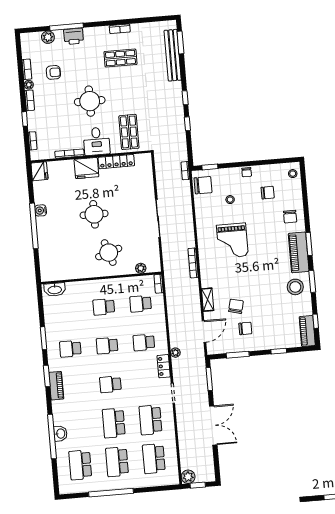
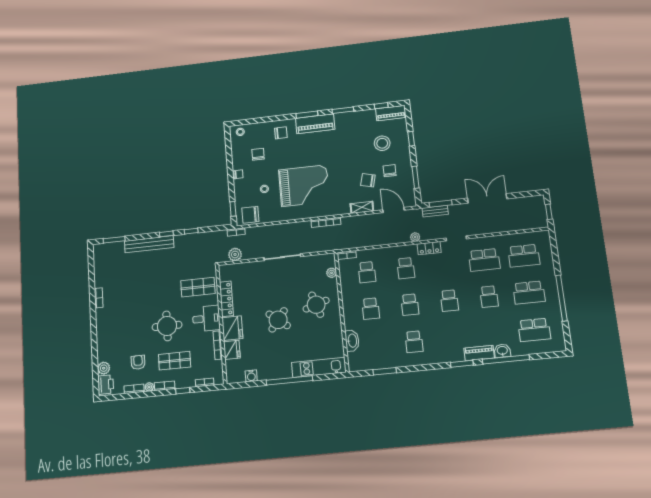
window: (66, 27) -> (94, 350), removed
printer: (74, 36) -> (106, 385), moved
bench: (173, 55) -> (149, 244), moved
shop shelf: (120, 58) -> (175, 361), moved, turned 90
fridge: (39, 171) -> (232, 350), moved, turned 90
chair: (203, 185) -> (250, 215), turned -90
water cooler: (41, 210) -> (251, 376), moved
round table: (94, 214) -> (278, 320), turned 38
grand piano: (232, 241) -> (304, 186), width x1.37, depth x1.48
kitchen unit: (46, 255) -> (319, 367), added
stool: (295, 287) -> (382, 143), moved
washbasin: (55, 290) -> (352, 341), moved
window: (44, 338) -> (385, 371), moved
bench: (201, 373) -> (435, 211), added
window: (47, 376) -> (462, 364), moved
piano: (56, 386) -> (479, 353), moved
school desk: (114, 423) -> (489, 297), width x0.54
plant: (188, 477) -> (235, 254), moved

